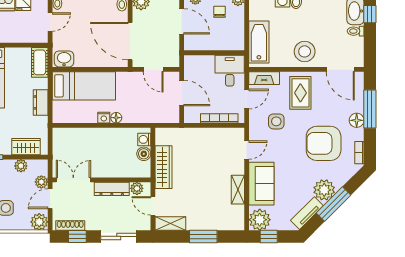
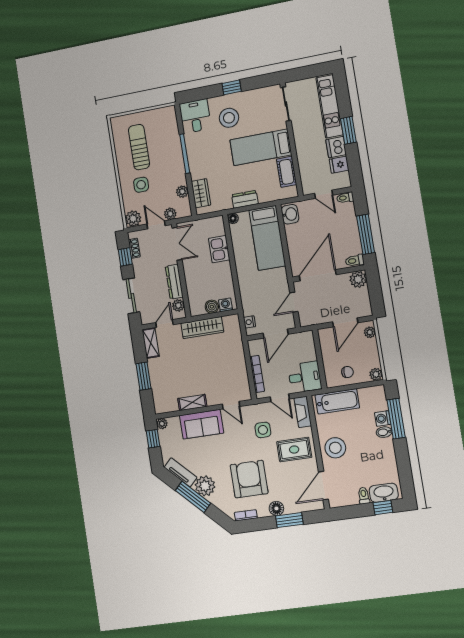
chair: (220, 12) -> (347, 372), moved
cot: (40, 62) -> (287, 172), moved, turned 90
window: (370, 109) -> (289, 520), width x0.69
nightstand: (104, 118) -> (250, 322), moved
floor lamp: (116, 118) -> (233, 218), moved
kitchen sink: (87, 137) -> (219, 249), added
plant: (260, 220) -> (162, 424), width x0.53, depth x0.53
shoe rack: (70, 226) -> (134, 248), width x0.70

